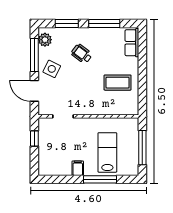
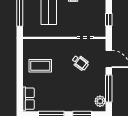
wheelchair: (82, 54) -> (80, 63), moved
side table: (52, 69) -> (95, 77), removed

